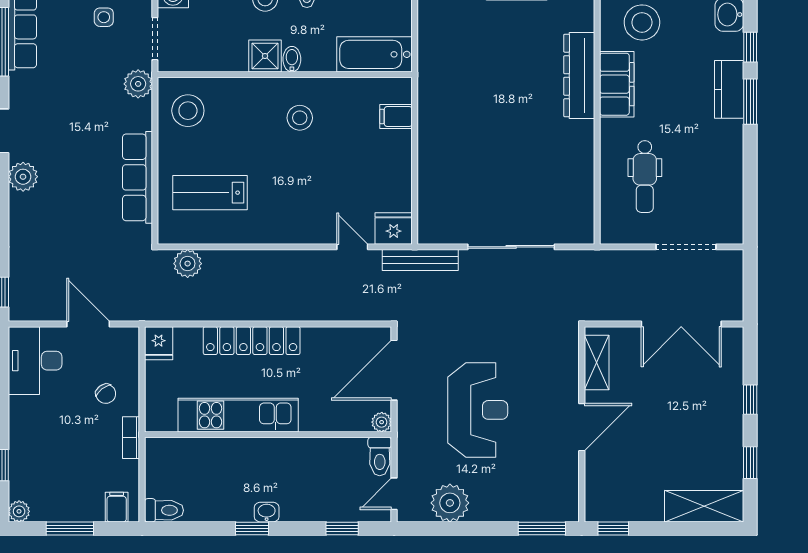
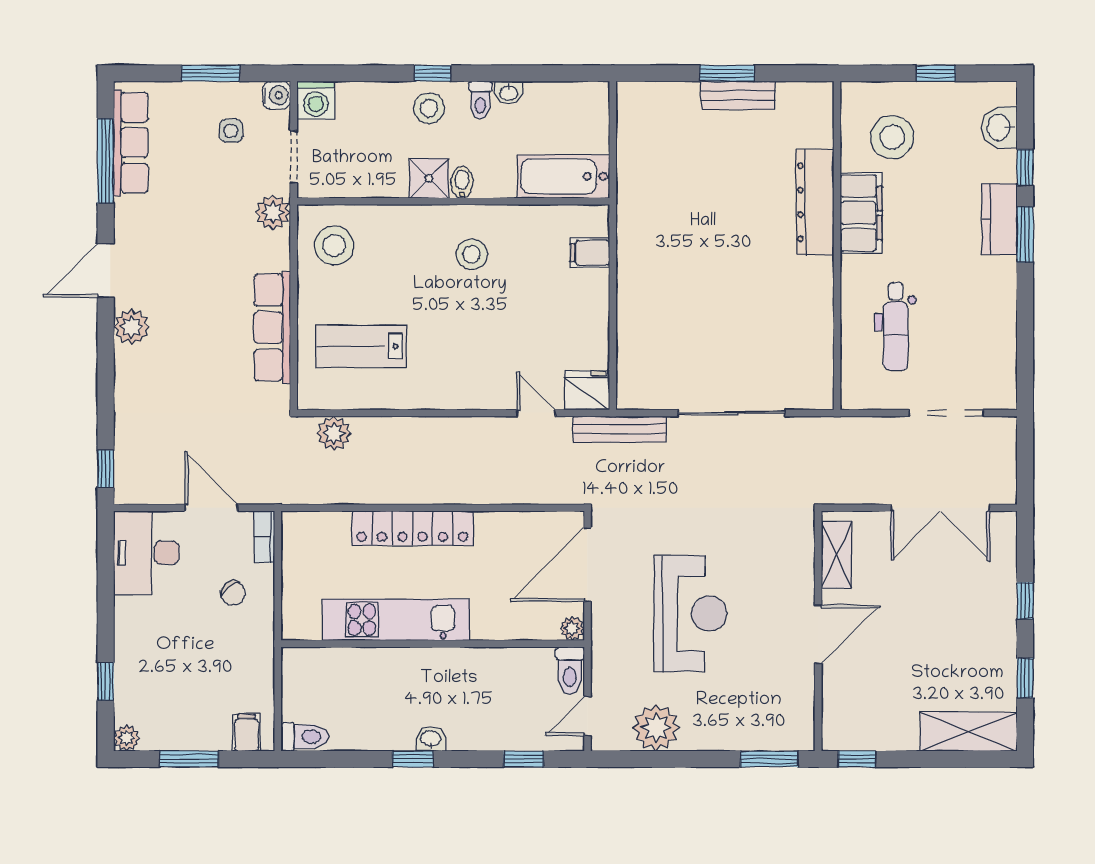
fridge: (159, 343) -> (298, 531), removed
bookcase: (131, 438) -> (264, 537), moved

